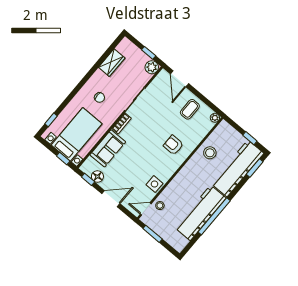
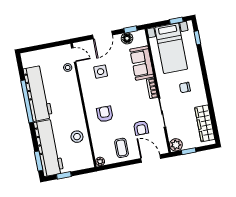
wardrobe: (112, 63) -> (205, 123), width x1.50
armchair: (161, 107) -> (141, 128), added
armchair: (173, 145) -> (105, 114), turned -90
window: (63, 159) -> (176, 21), moved
side table: (154, 184) -> (101, 72), moved
door: (146, 209) -> (74, 55), hinge flipped
window: (153, 234) -> (51, 45), removed

